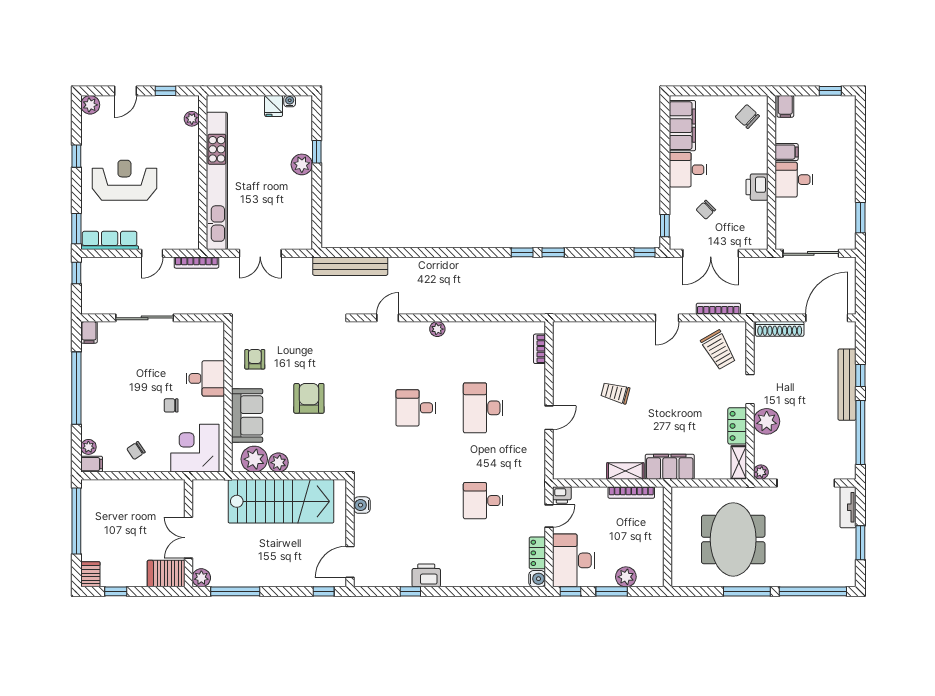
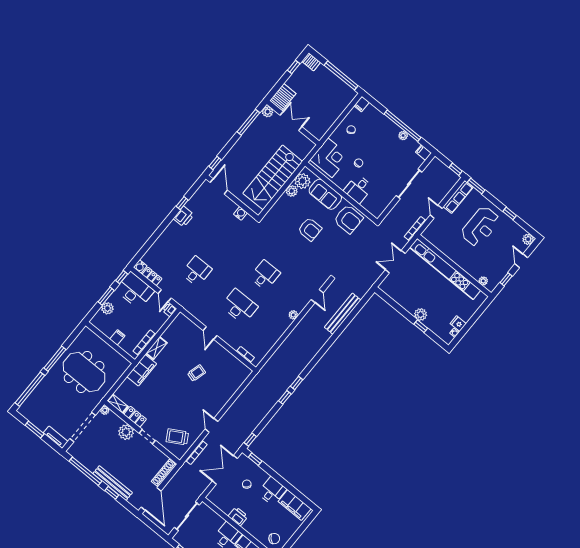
bench: (350, 266) -> (343, 314), moved
armchair: (255, 359) -> (348, 219), width x1.88, depth x1.88
plant: (88, 447) -> (403, 136), moved
filing cabinet: (653, 533) -> (117, 337), added

